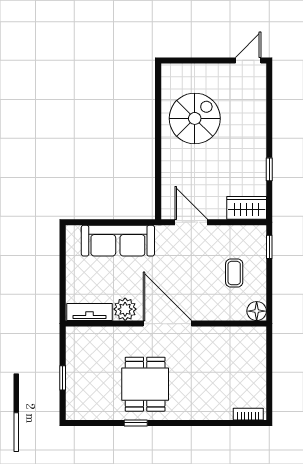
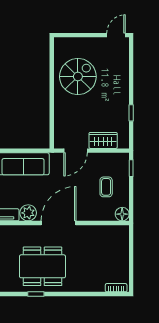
wardrobe: (247, 208) -> (103, 140), moved
door: (191, 222) -> (75, 151), swing flipped
door: (167, 324) -> (58, 223), hinge flipped
dining table: (145, 384) -> (42, 266), width x1.38

